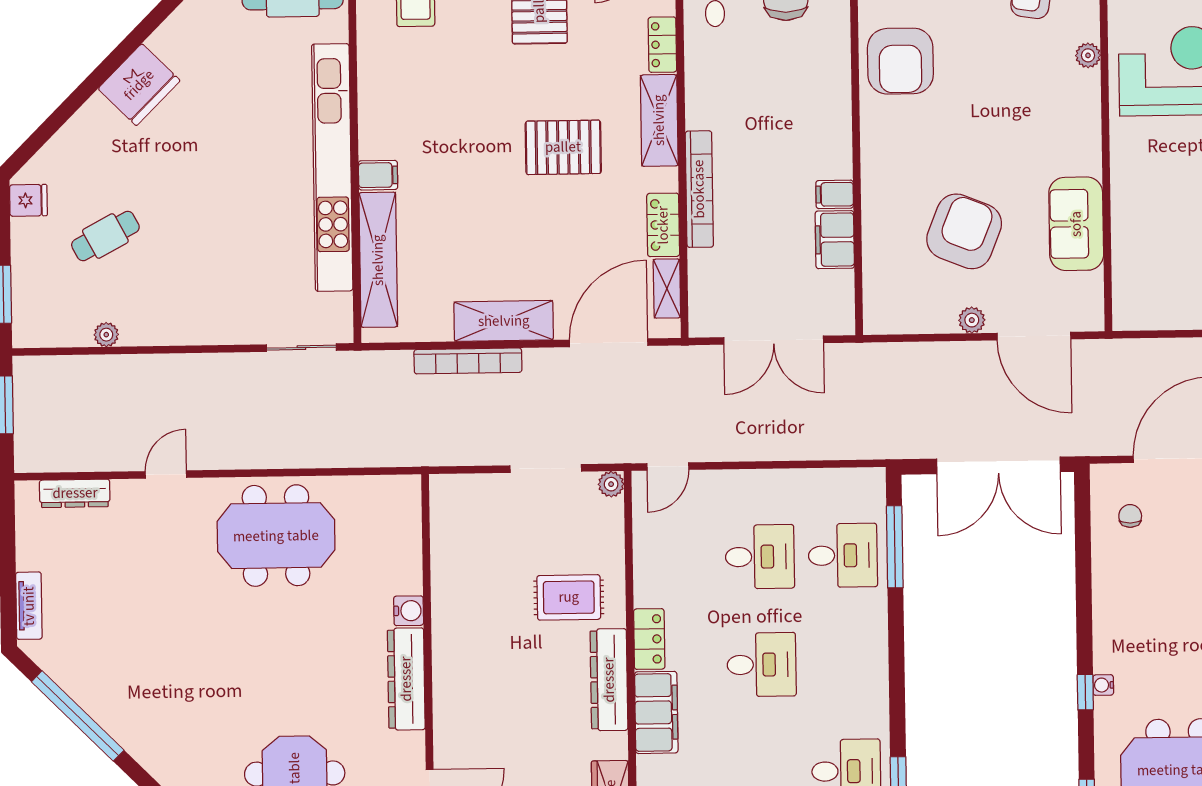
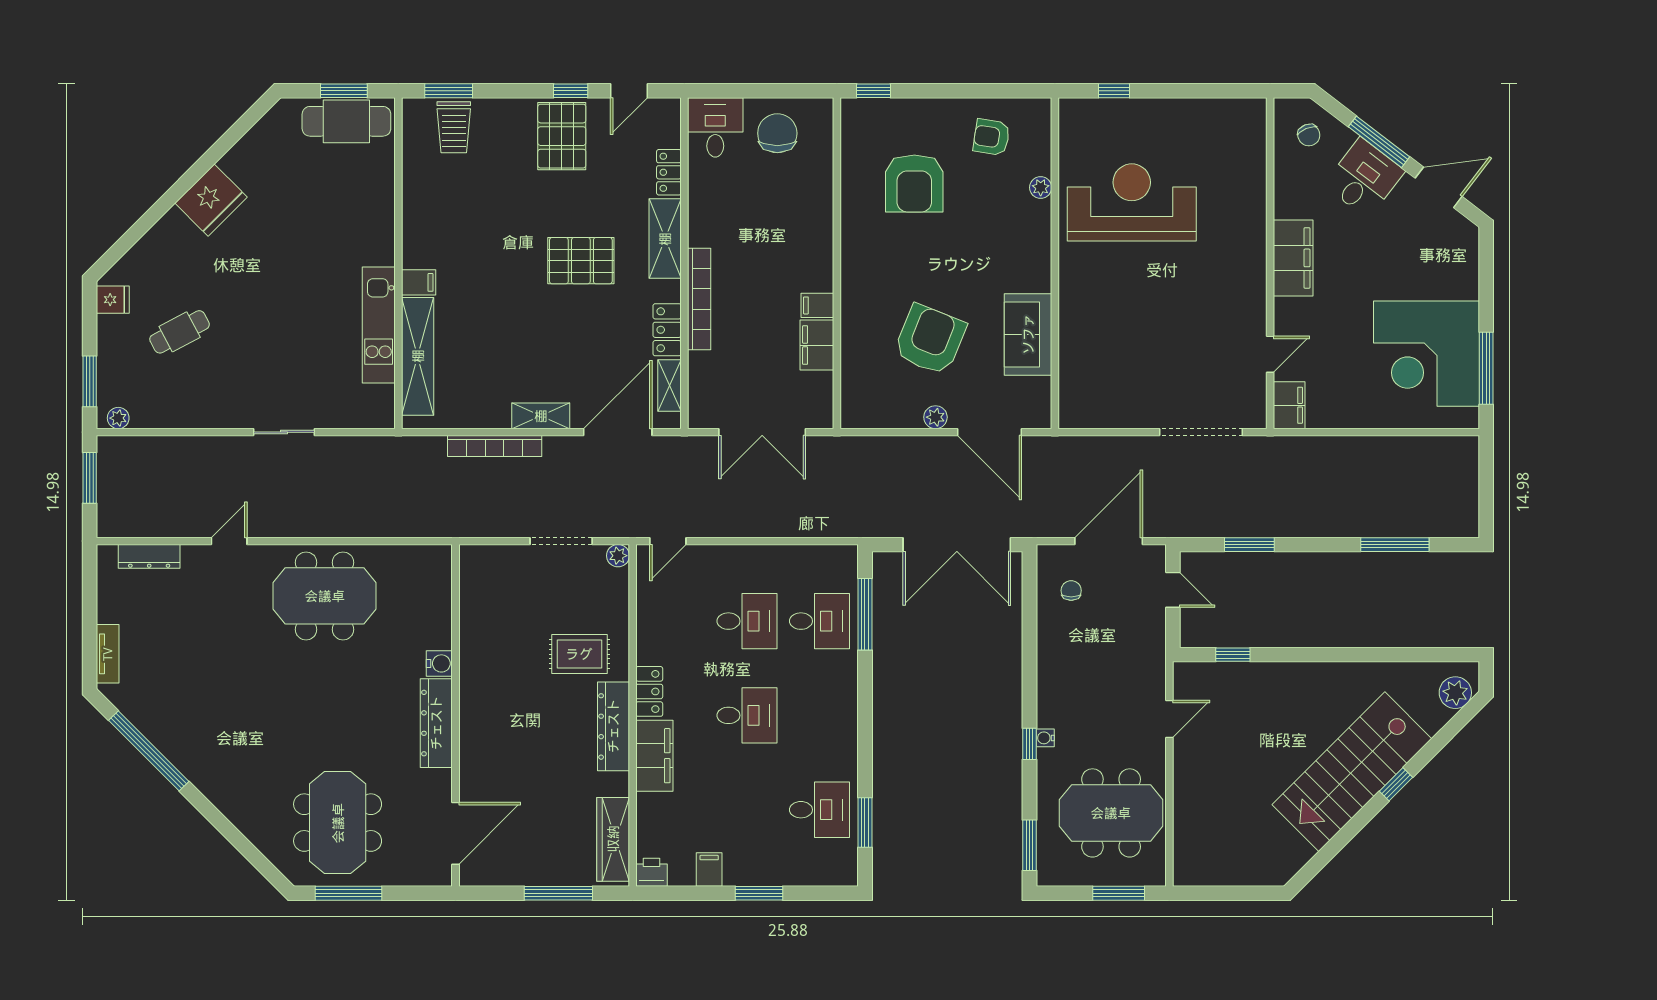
armchair: (900, 61) -> (914, 183), moved
kitchen unit: (332, 167) -> (379, 325), width x0.54
shelving: (504, 321) -> (541, 416), width x0.67, depth x0.75
plant: (106, 335) -> (118, 418), moved
sliding door: (301, 348) -> (284, 432), moved

